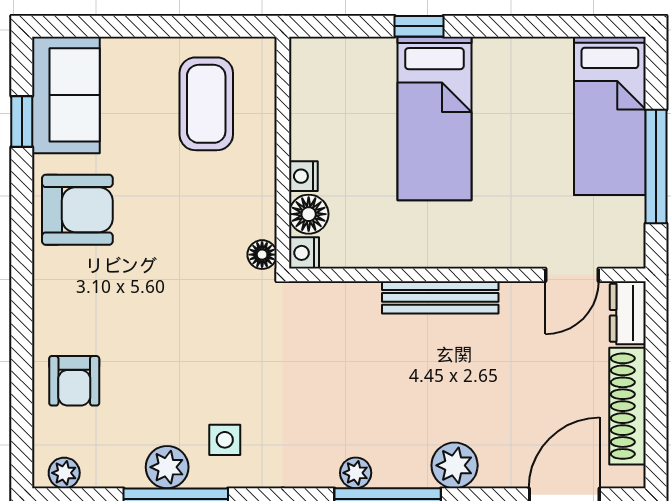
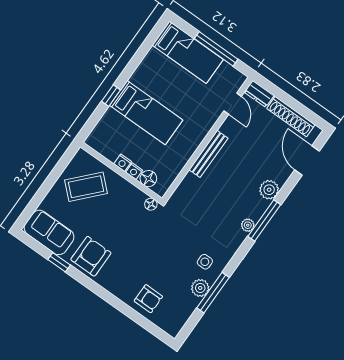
coffee table: (206, 104) -> (86, 187), turned -47
window: (22, 122) -> (59, 262), moved
nightstand: (304, 253) -> (123, 163), moved
plant: (64, 473) -> (177, 324), removed

